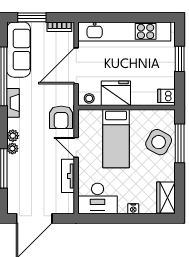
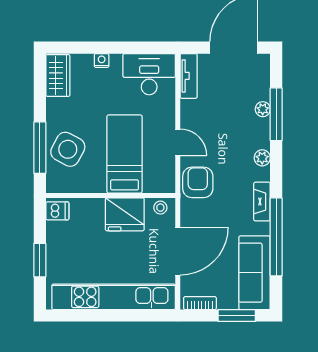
plant: (12, 149) -> (263, 109), moved
tv unit: (68, 176) -> (189, 76), moved

